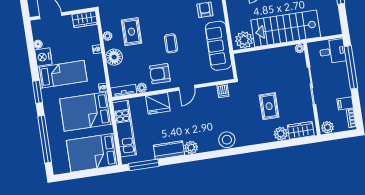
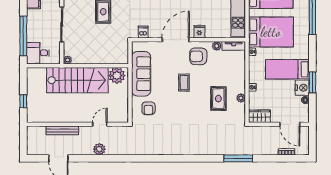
floor lamp: (114, 57) -> (238, 78), removed
armchair: (160, 74) -> (198, 56), turned 180
door: (187, 88) -> (176, 40), width x1.87
window: (38, 92) -> (312, 82), moved
fridge: (158, 103) -> (199, 32), width x0.53, depth x0.75

